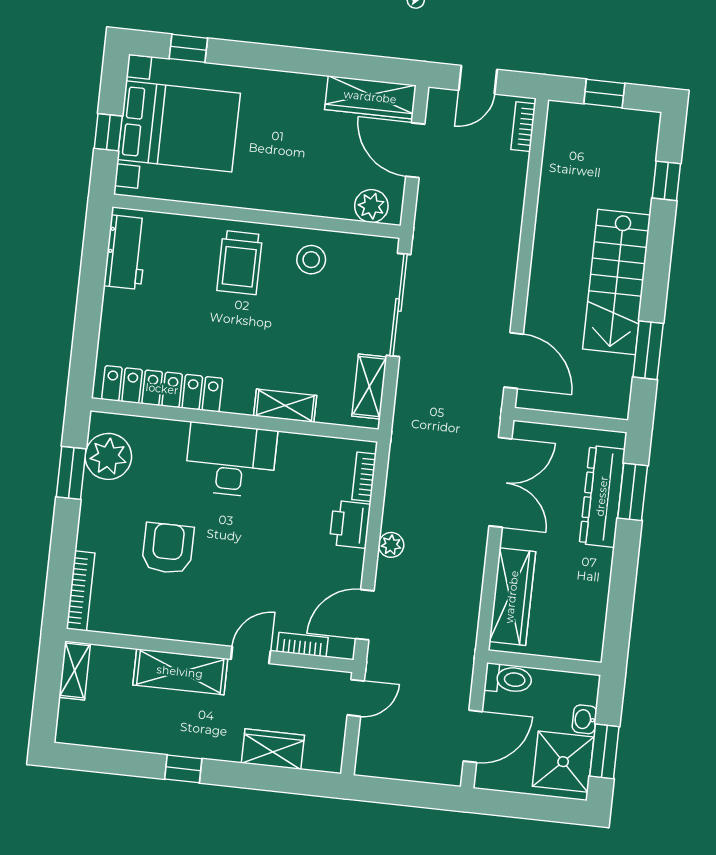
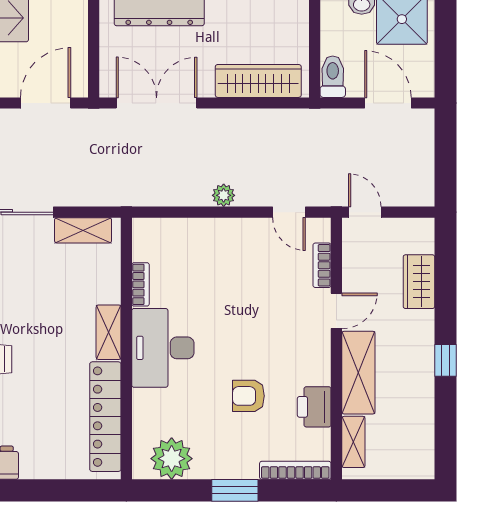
shelving: (285, 406) -> (109, 332), moved
window: (71, 473) -> (235, 490), moved
bookcase: (364, 477) -> (140, 284), moved, turned -90
printer: (350, 524) -> (314, 407), moved, turned 90
armchair: (168, 548) -> (248, 396), width x0.72, depth x0.72
door: (365, 615) -> (289, 212), width x0.73
door: (251, 655) -> (336, 311), swing flipped
shelving: (75, 670) -> (353, 442), moved, turned 90

